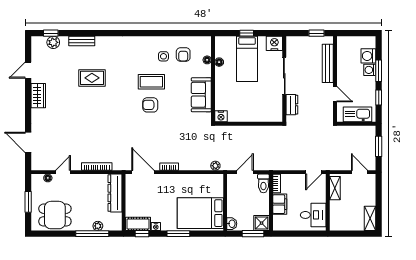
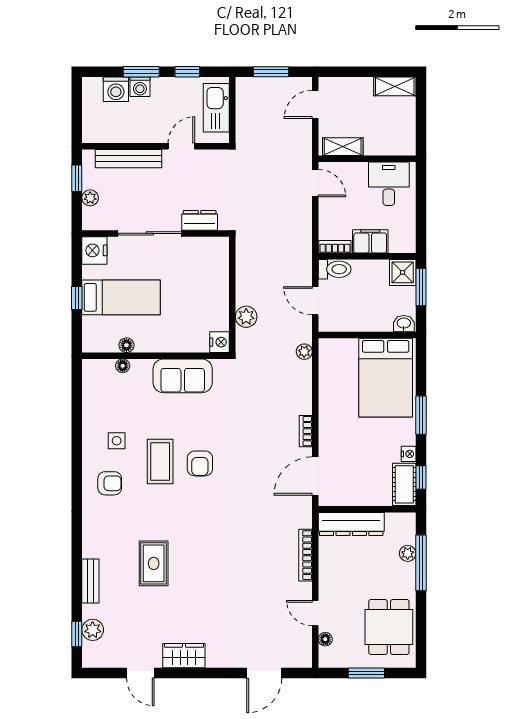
plant: (305, 41) -> (90, 198), added
armchair: (183, 54) -> (110, 483), moved
plant: (236, 132) -> (246, 317), added

